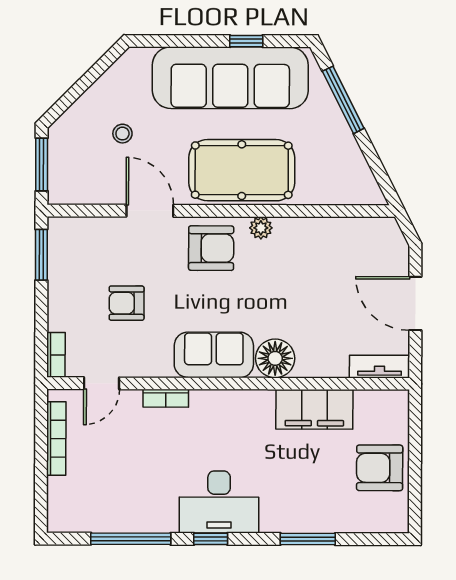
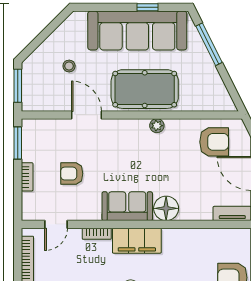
armchair: (211, 248) -> (214, 142), moved
bookcase: (56, 355) -> (27, 177), moved
filing cabinet: (314, 409) -> (137, 241), moved

